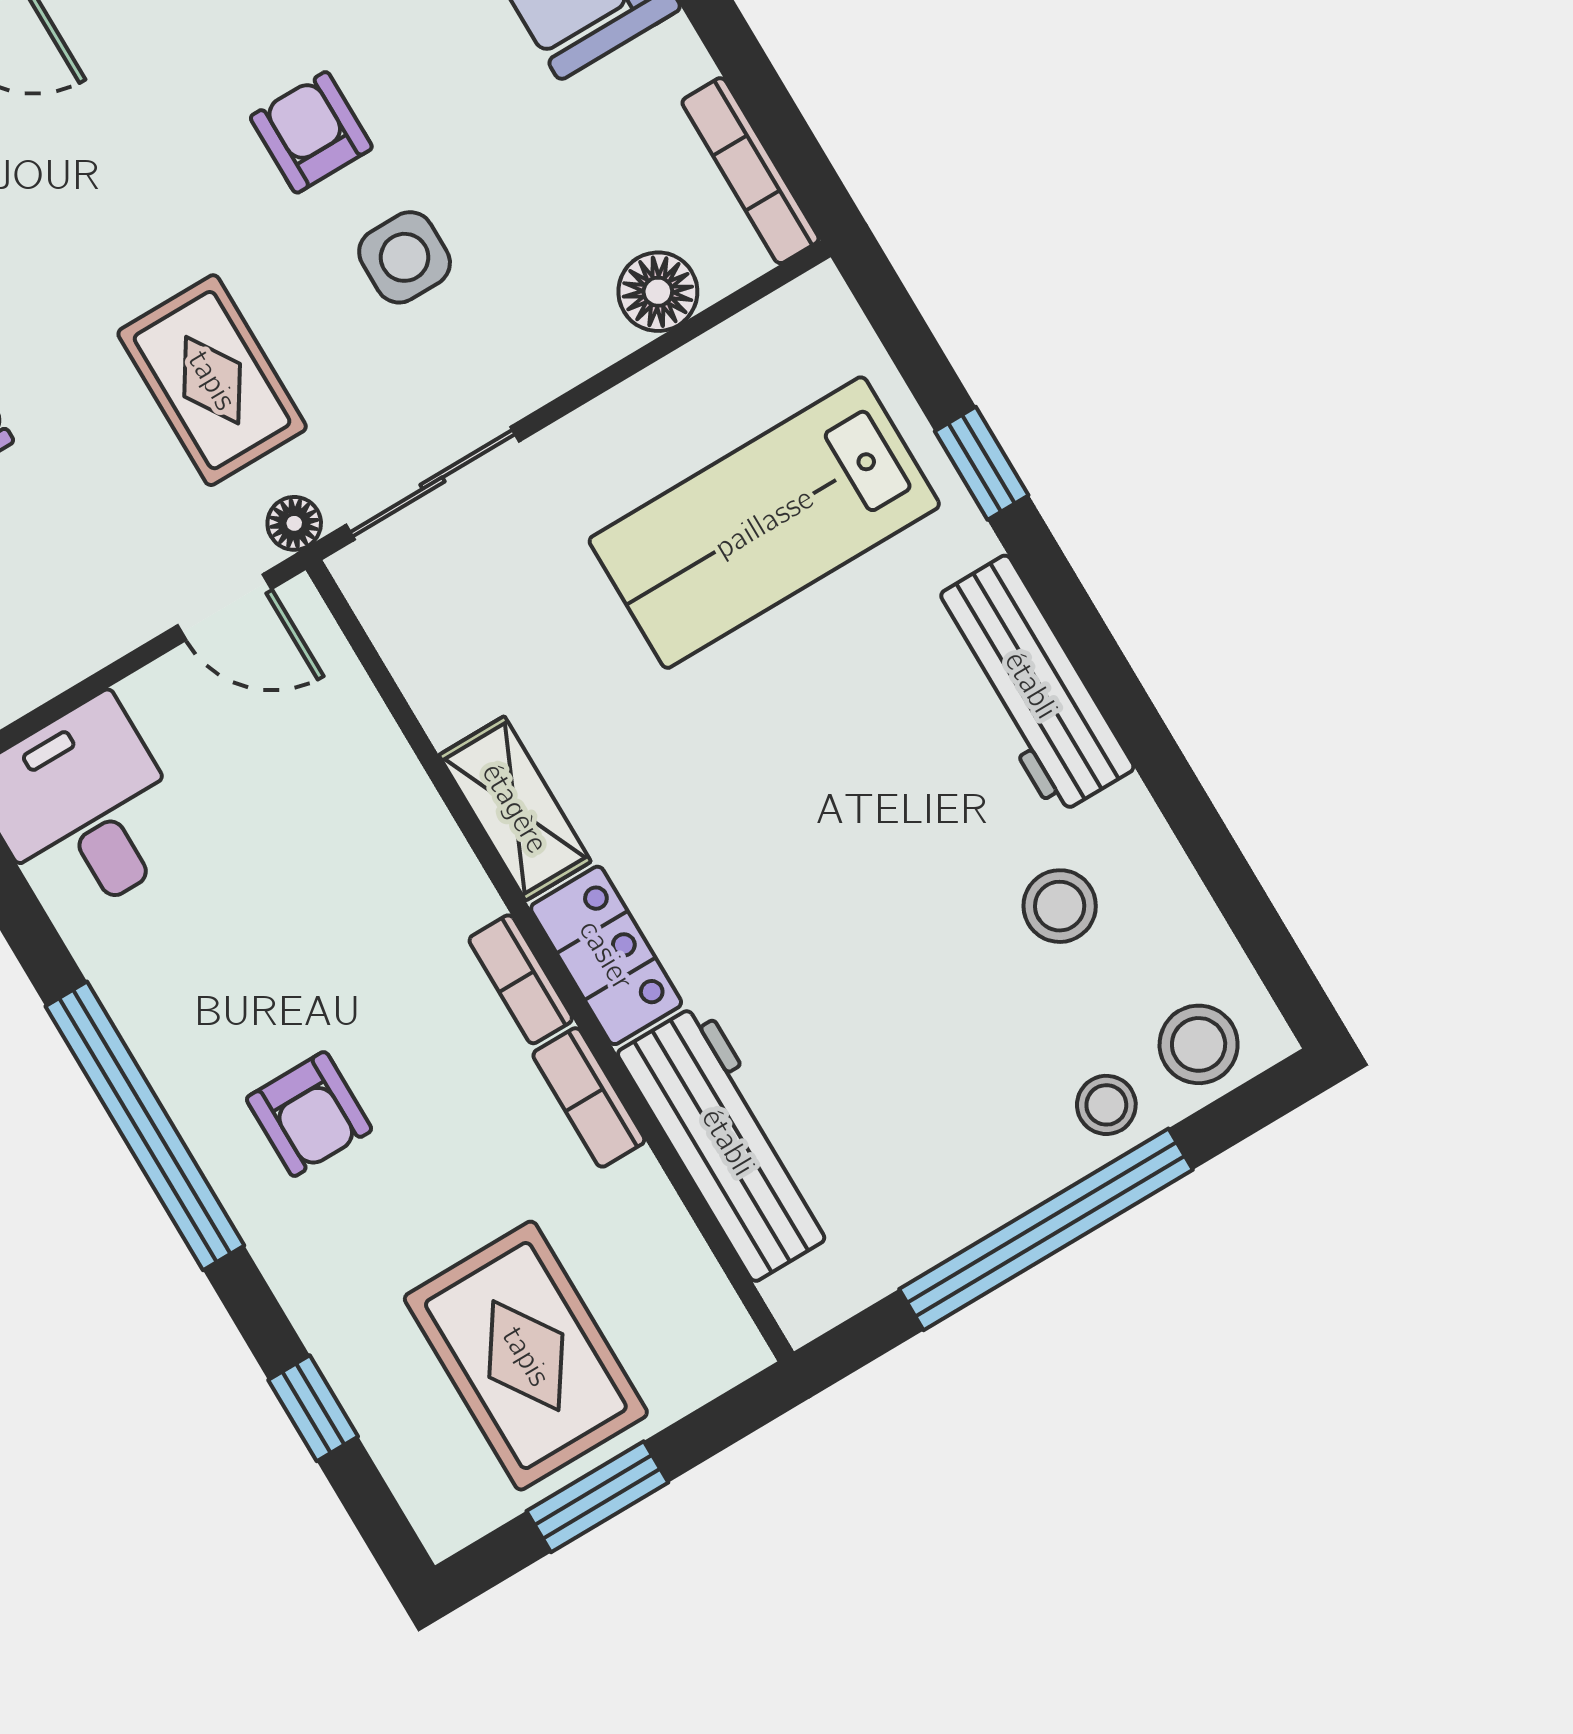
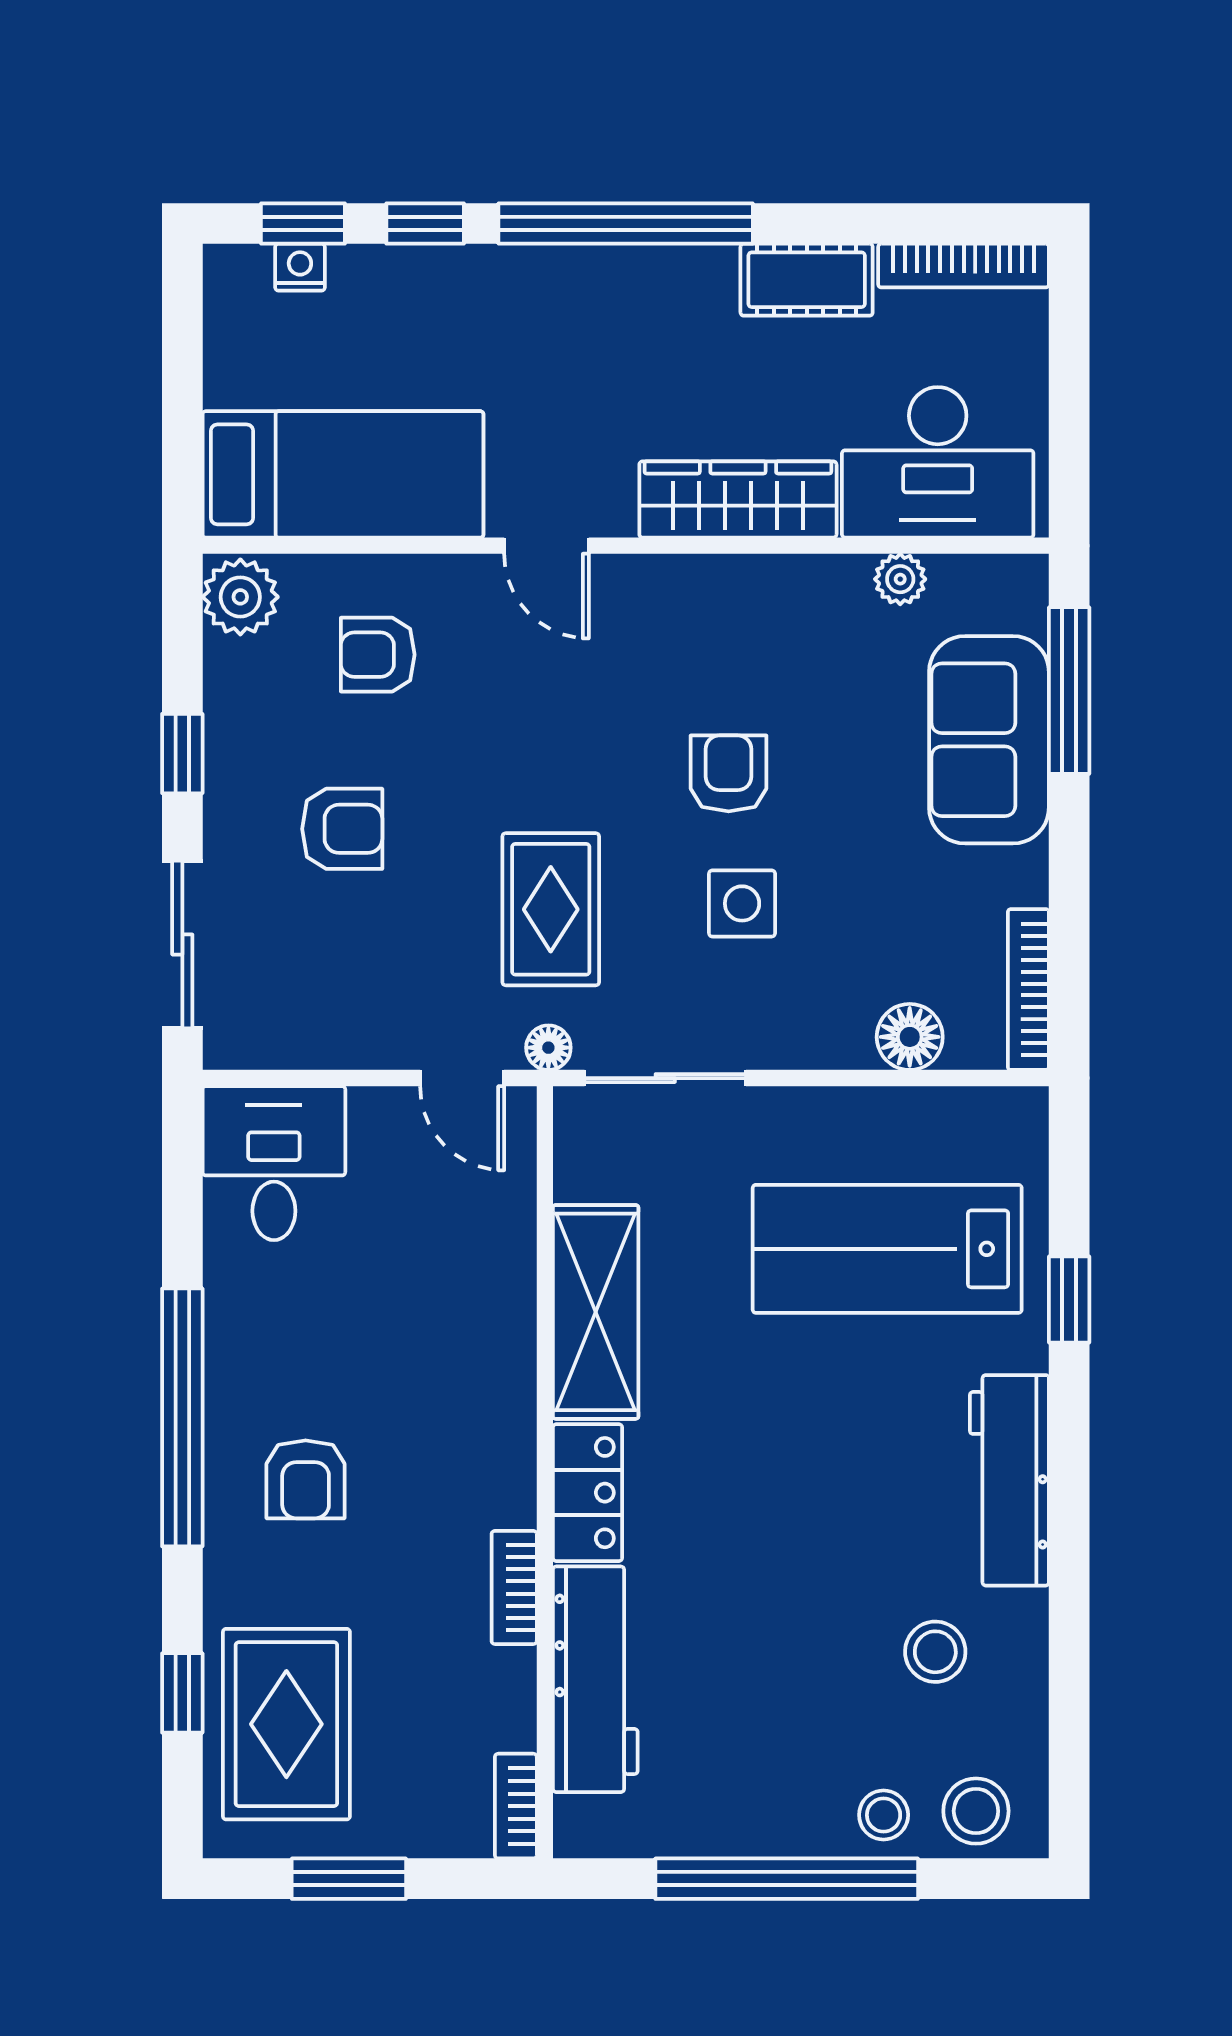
shelving: (515, 808) -> (596, 1312), width x1.50, depth x1.33
bookcase: (521, 979) -> (516, 1806), moved
rug: (526, 1356) -> (286, 1724), moved

